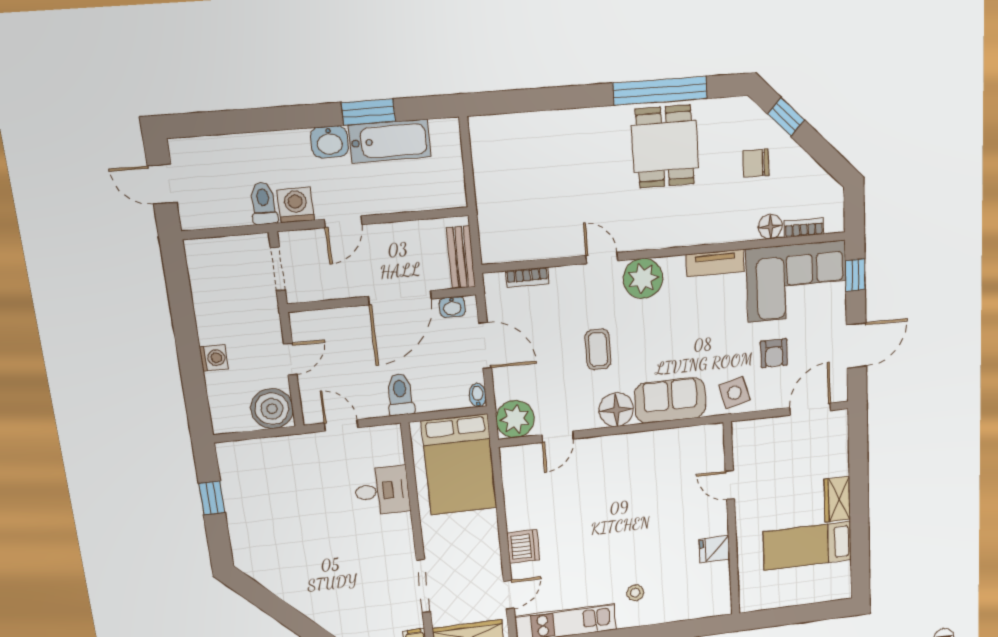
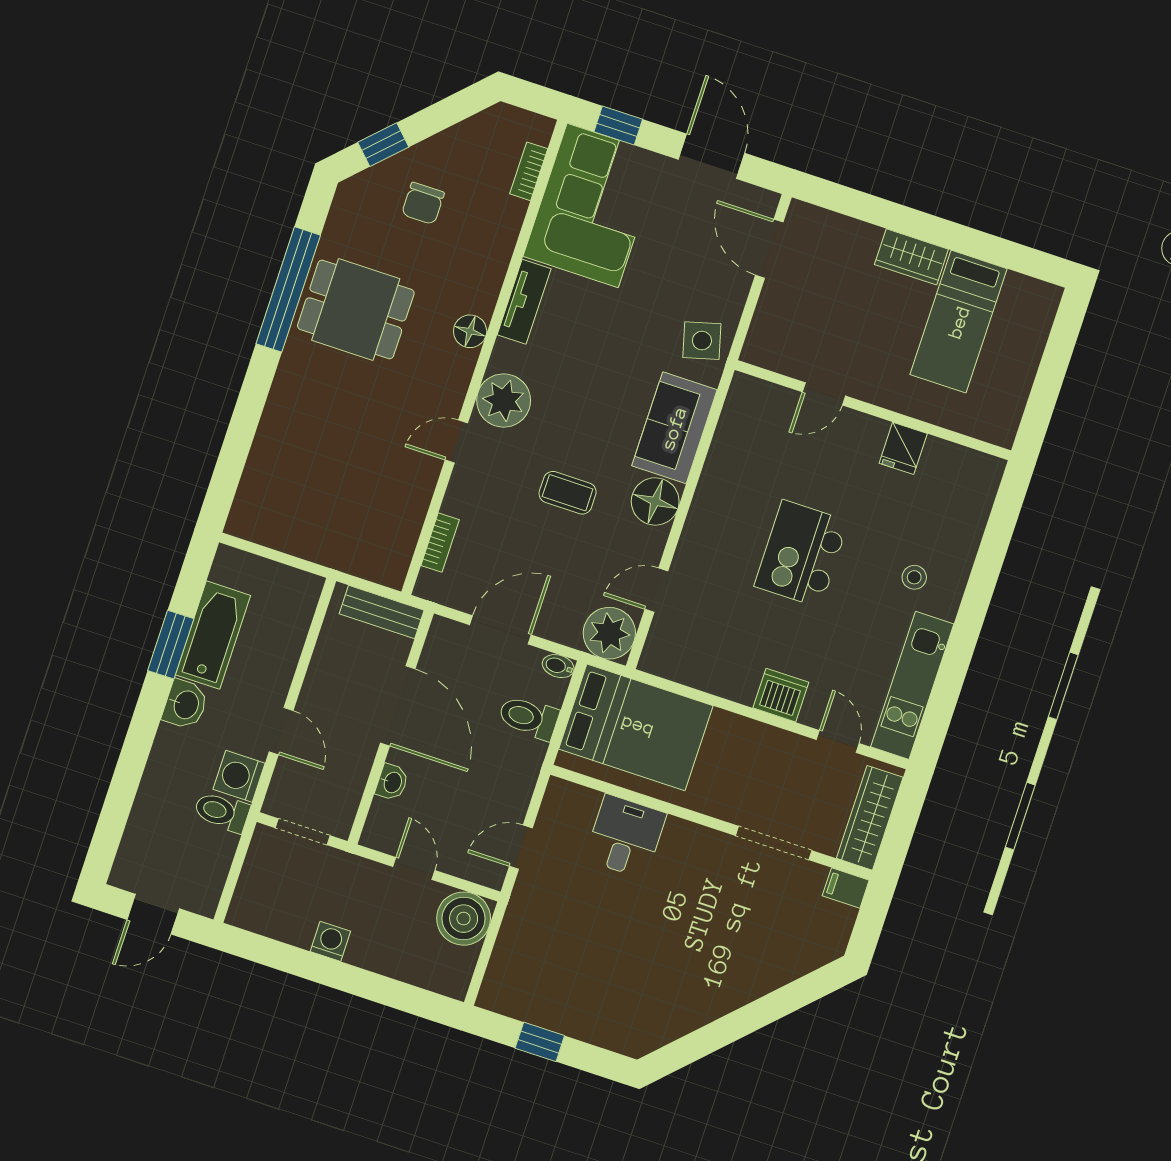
floor lamp: (770, 227) -> (470, 331), moved
washbasin: (452, 307) -> (392, 782), moved
armchair: (774, 353) -> (673, 269), removed
washing machine: (214, 358) -> (330, 941), moved
toilet: (400, 394) -> (529, 718), moved
door: (558, 437) -> (656, 590), swing flipped
kitchen island: (621, 518) -> (801, 554), added

